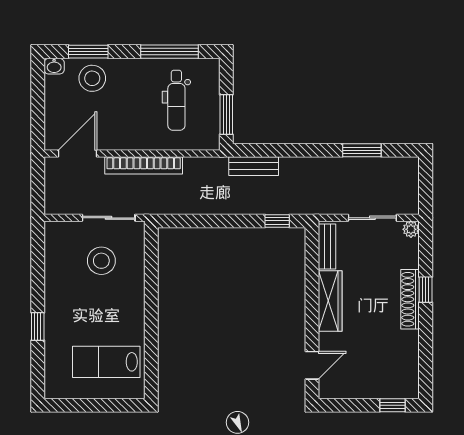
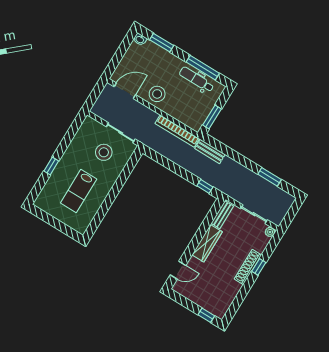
stool: (92, 78) -> (157, 94), moved
dental chair: (176, 100) -> (196, 79), moved, turned 90
bookcase: (144, 165) -> (177, 131), moved
lab bench: (106, 362) -> (79, 191), moved, turned -90

